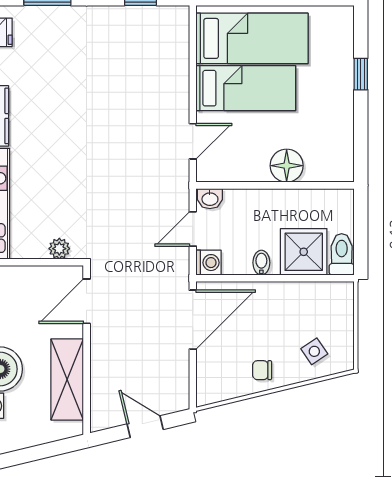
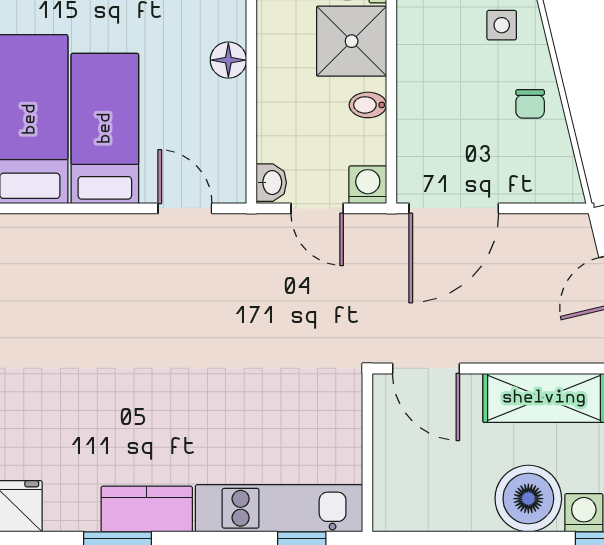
floor lamp: (287, 166) -> (228, 60), width x0.73, depth x0.73
plant: (59, 249) -> (347, 410), removed
door: (193, 320) -> (454, 208), swing flipped
side table: (314, 351) -> (502, 25), turned 34

